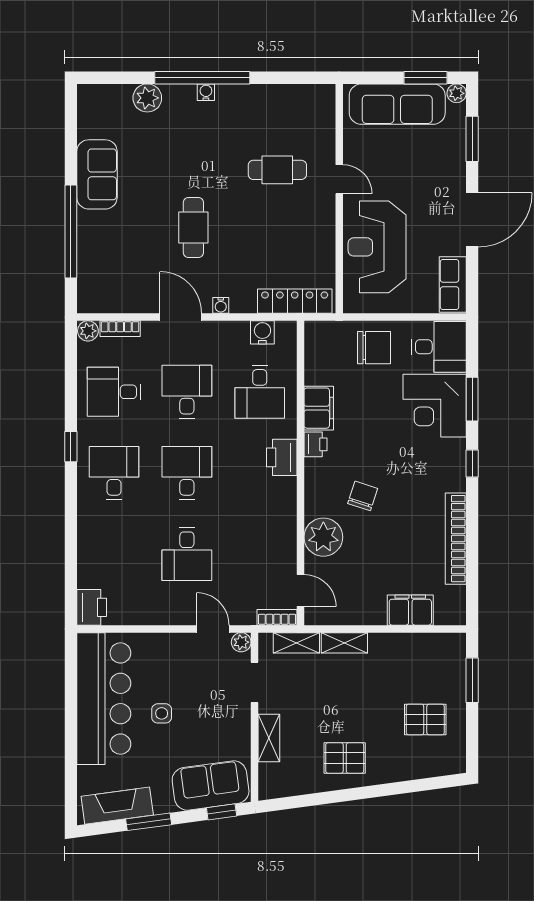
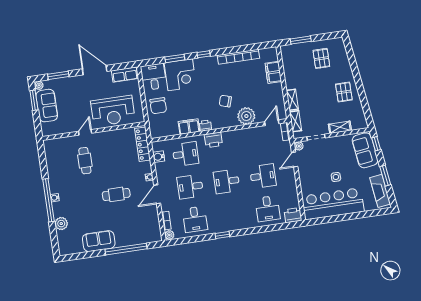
sofa: (397, 104) -> (47, 106), width x0.73
chair: (374, 348) -> (158, 106), turned 180
desk: (114, 473) -> (268, 209), moved, turned -90

